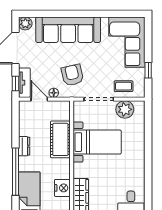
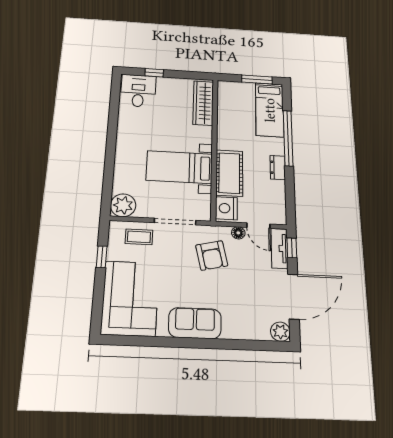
sofa: (68, 30) -> (195, 323), width x0.54, depth x0.79
plant: (125, 109) -> (123, 205), moved
nightstand: (62, 188) -> (226, 208), moved

